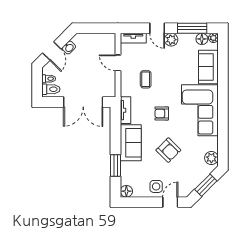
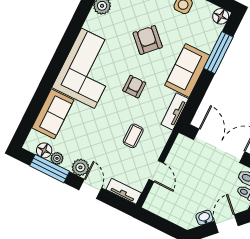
plant: (213, 38) -> (57, 158), moved
armchair: (162, 113) -> (134, 87), turned -90
window: (116, 166) -> (218, 53), width x1.44

